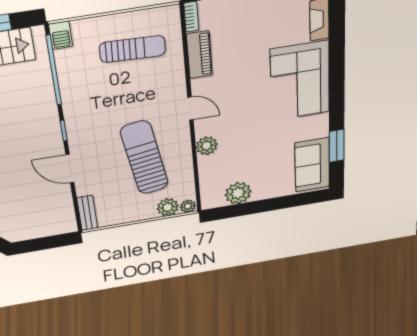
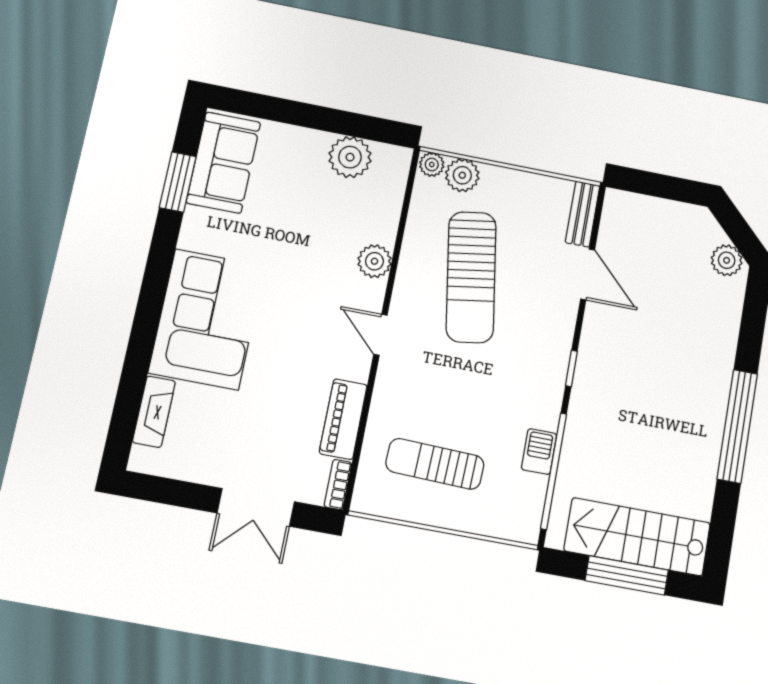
barbecue: (61, 35) -> (539, 452), moved
door: (70, 169) -> (588, 275), moved

